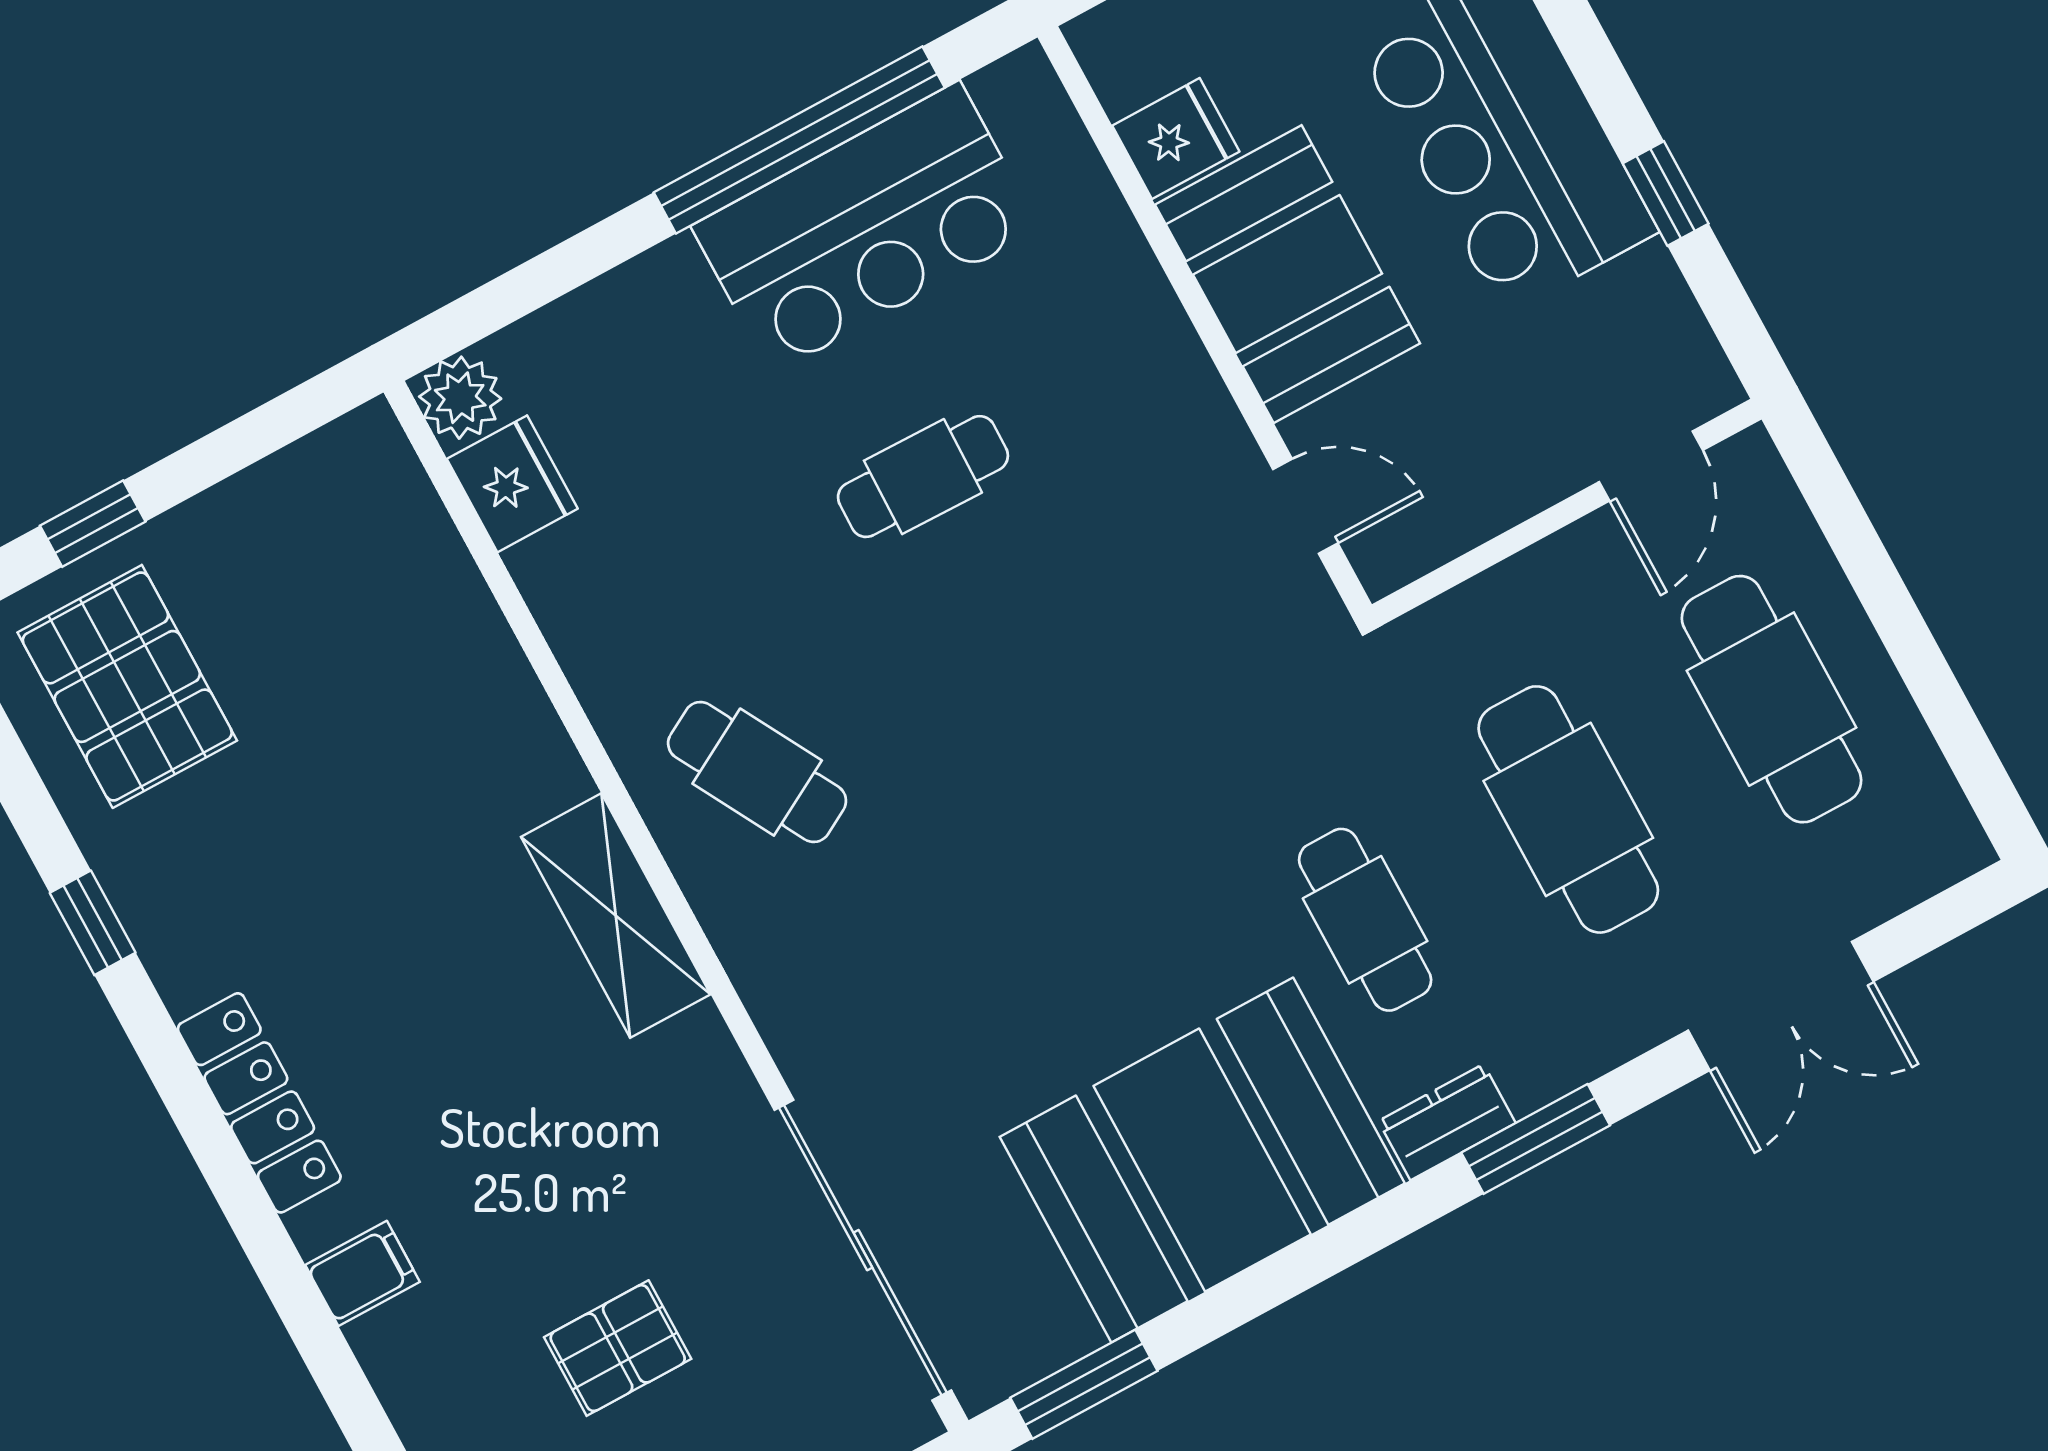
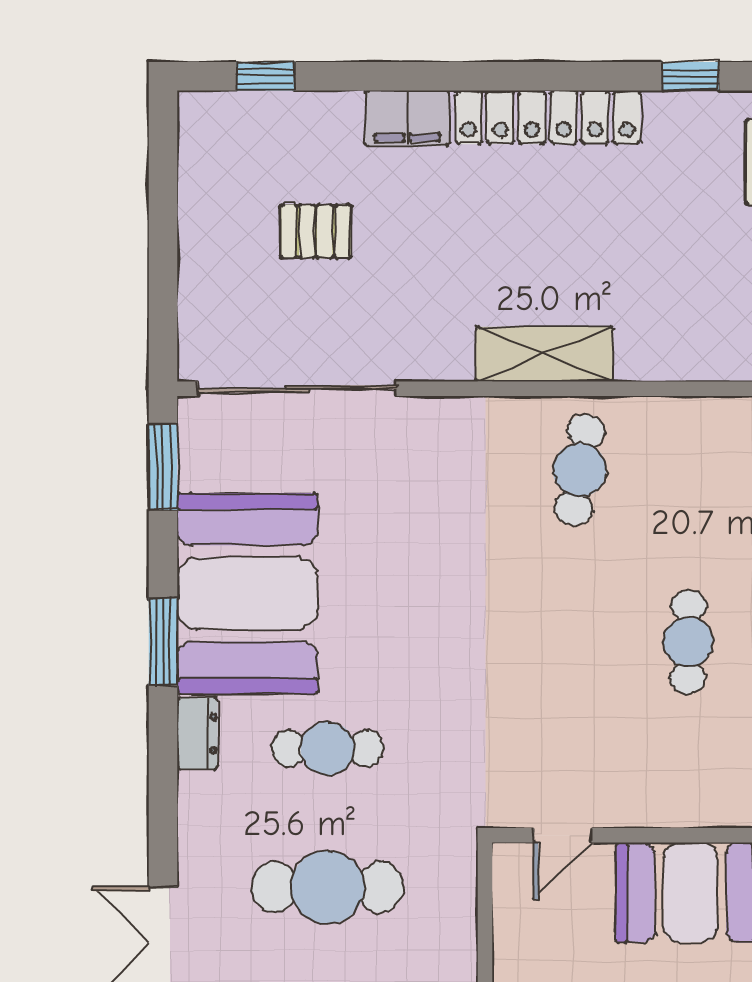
cafe table: (757, 772) -> (580, 470), turned -52
locker: (259, 1103) -> (548, 117), width x1.41, depth x1.21
window: (1536, 1139) -> (163, 642), moved
filing cabinet: (363, 1273) -> (407, 118), width x2.00
pallet: (618, 1348) -> (316, 231), turned 90

